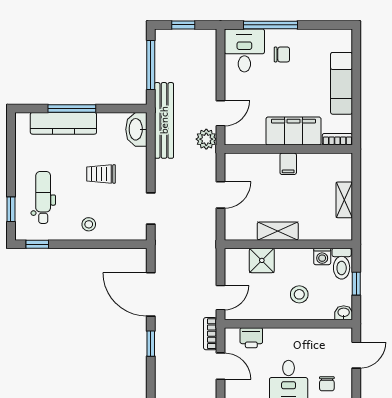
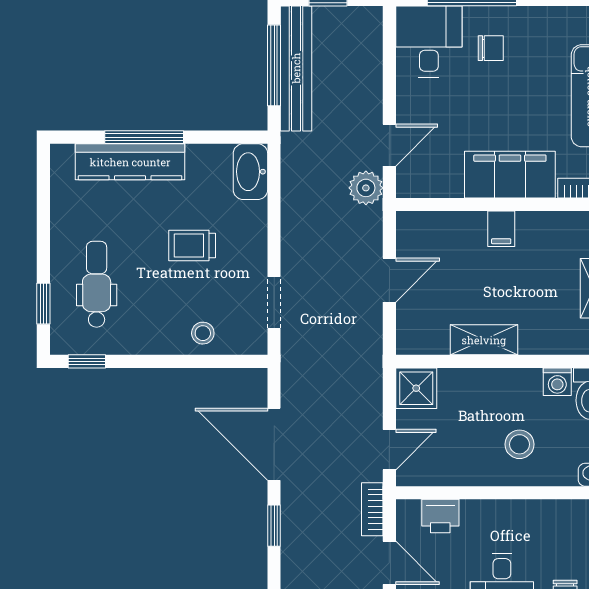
bench: (164, 120) -> (296, 68), moved
stool: (89, 224) -> (203, 333), moved
shower: (262, 260) -> (416, 388), moved

